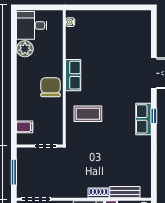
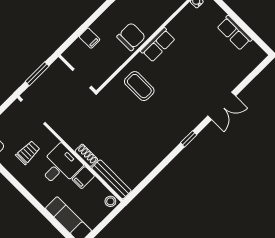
row of seats: (144, 119) -> (234, 33), moved, turned -90
filing cabinet: (25, 127) -> (90, 38), moved
bench: (125, 192) -> (111, 179), width x1.36

